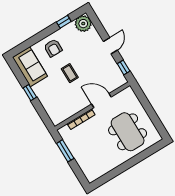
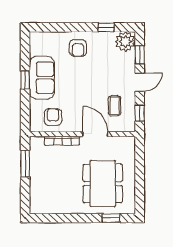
window: (99, 27) -> (140, 55), added
sofa: (30, 67) -> (42, 78), moved
coffee table: (70, 73) -> (115, 106), moved
armchair: (65, 107) -> (53, 117), added
window: (148, 152) -> (111, 218), added

